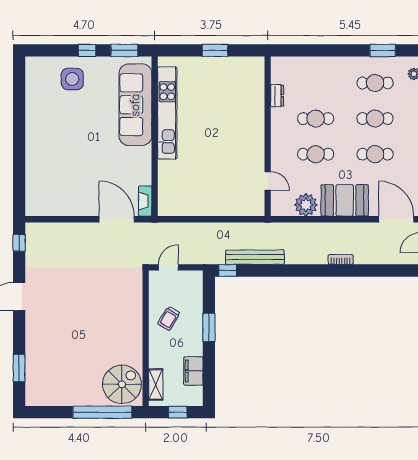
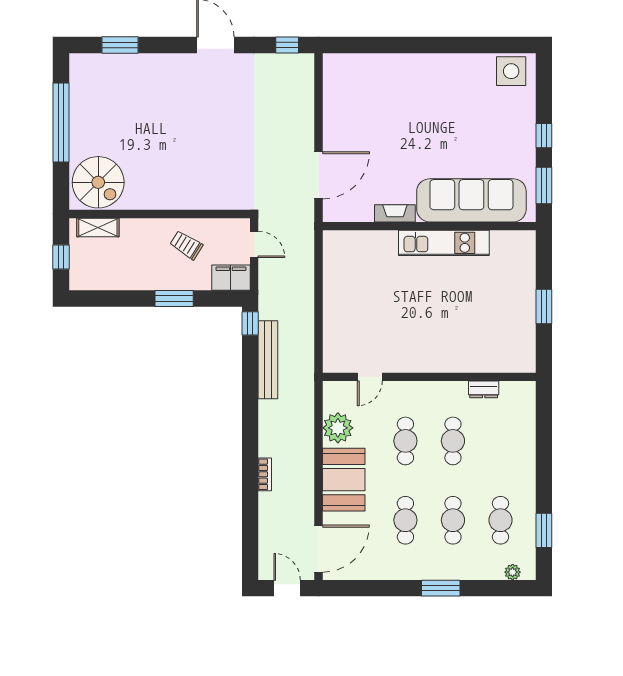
side table: (72, 79) -> (511, 71), moved
kitchen unit: (167, 113) -> (444, 243), width x0.73
fireplace: (145, 201) -> (395, 213), moved
filing cabinet: (193, 371) -> (231, 278), moved
window: (102, 412) -> (61, 123), moved

